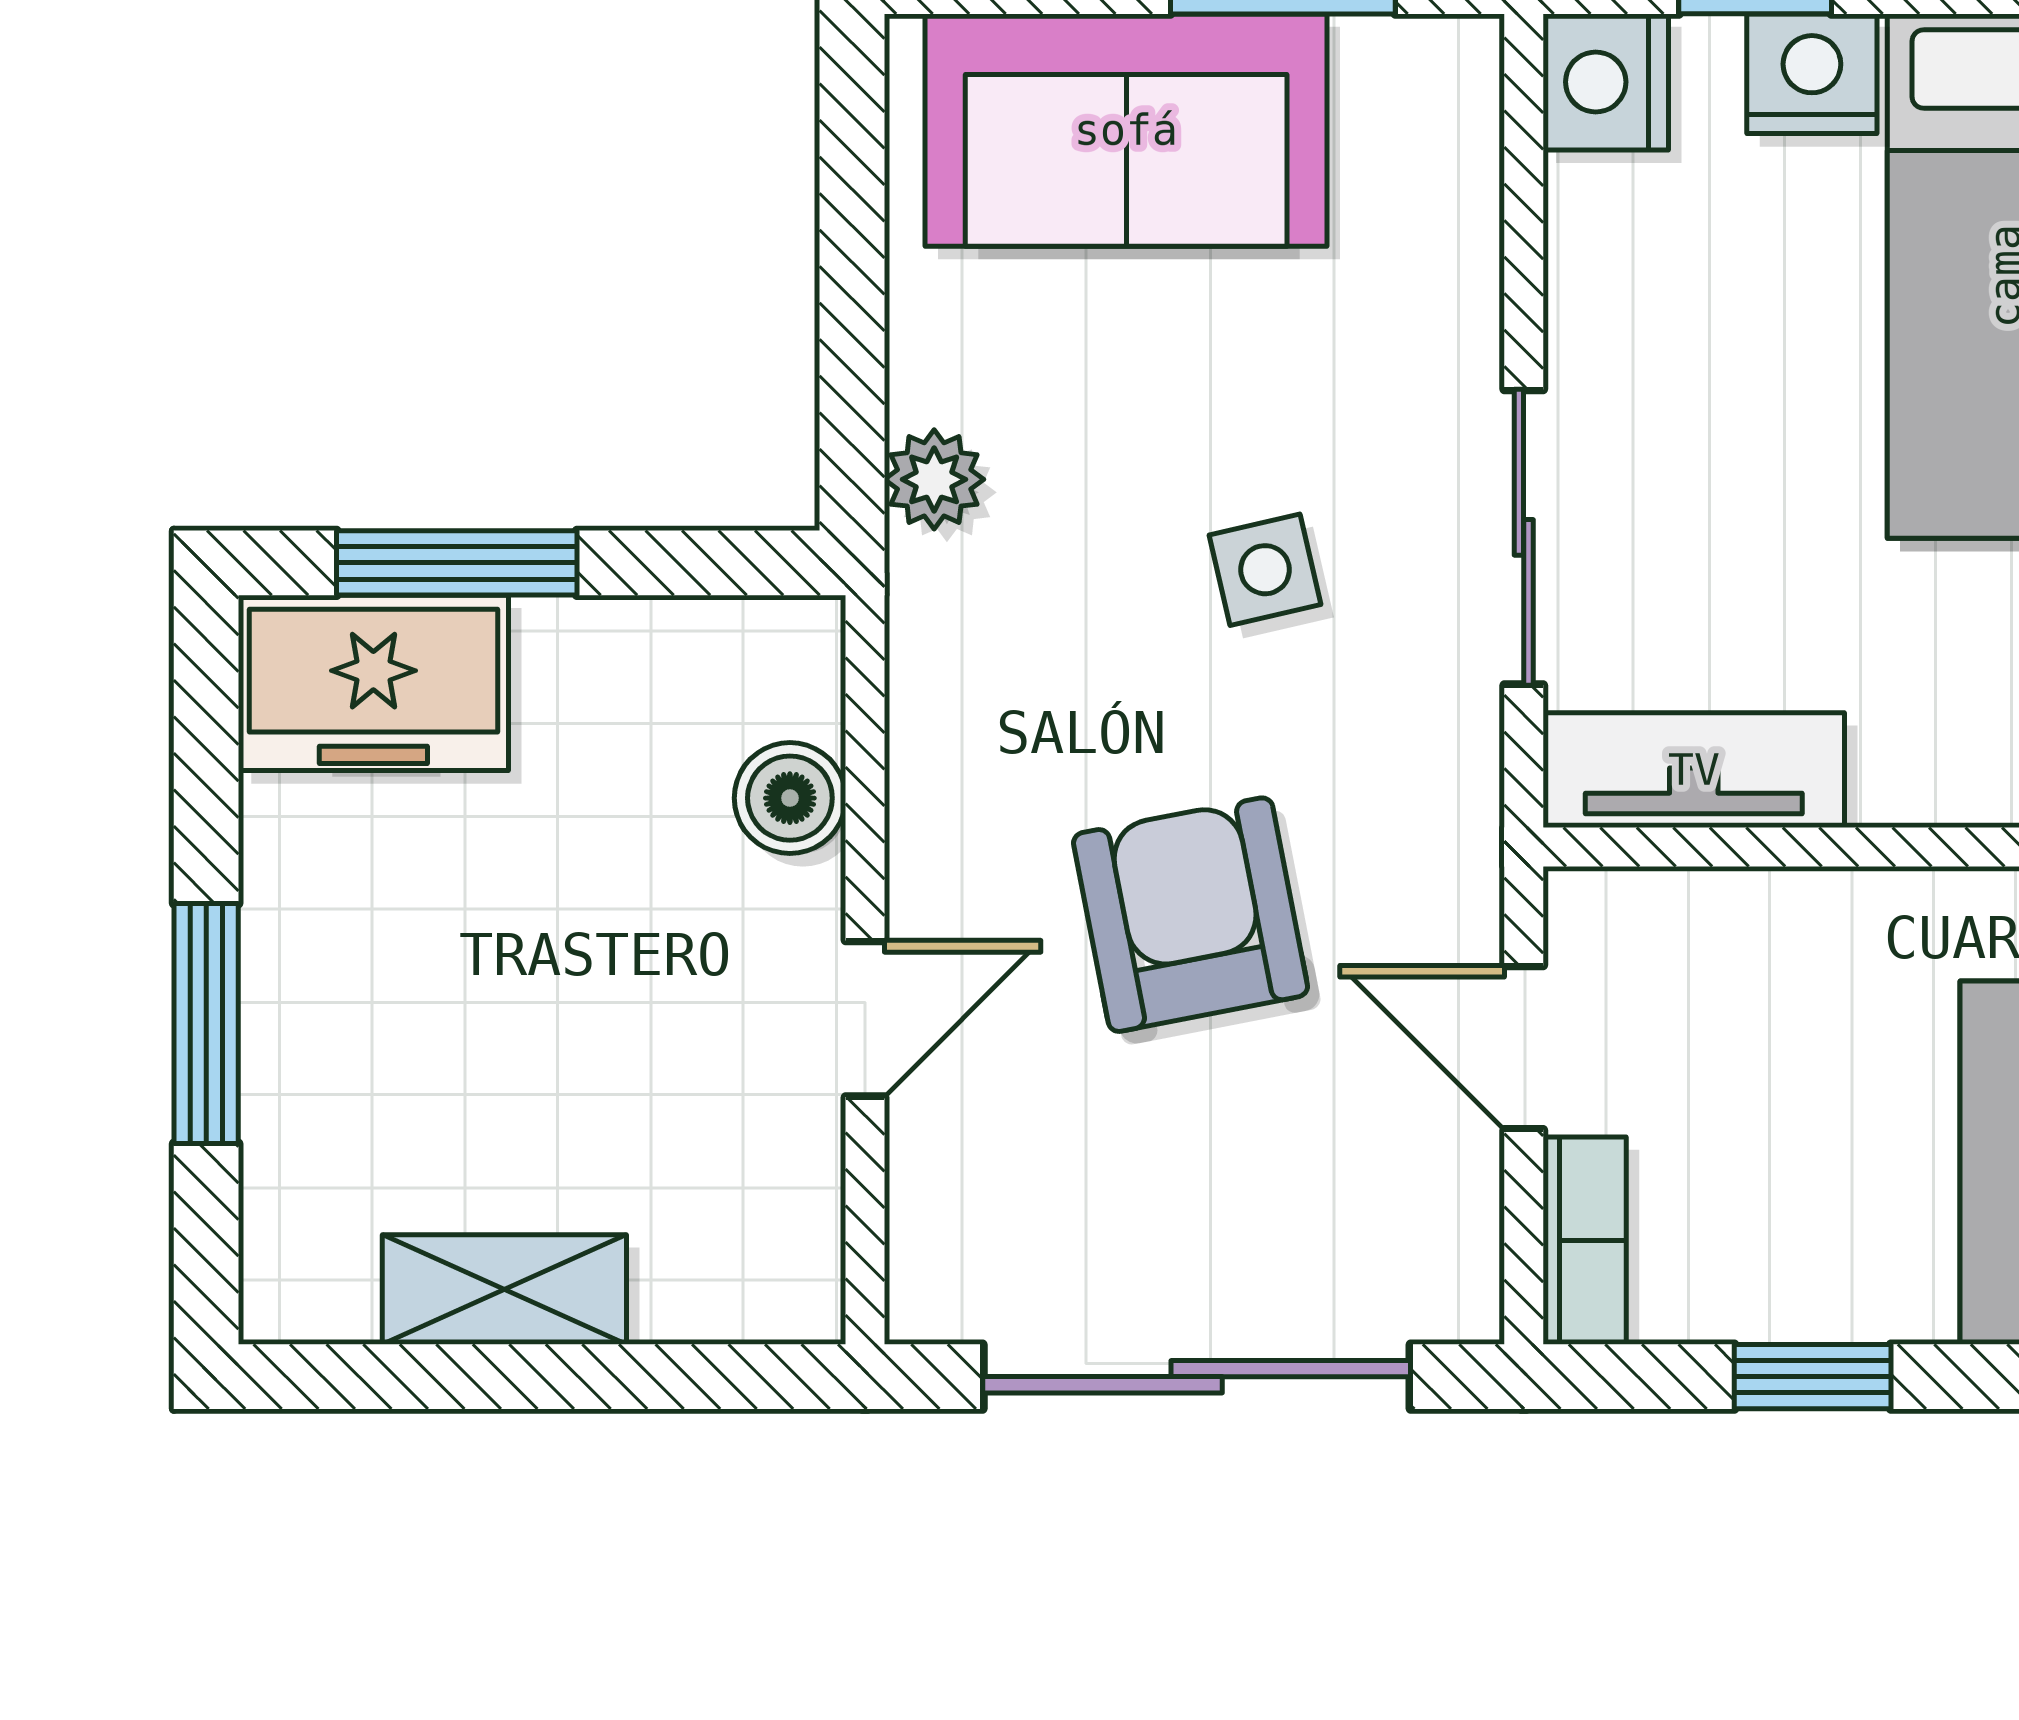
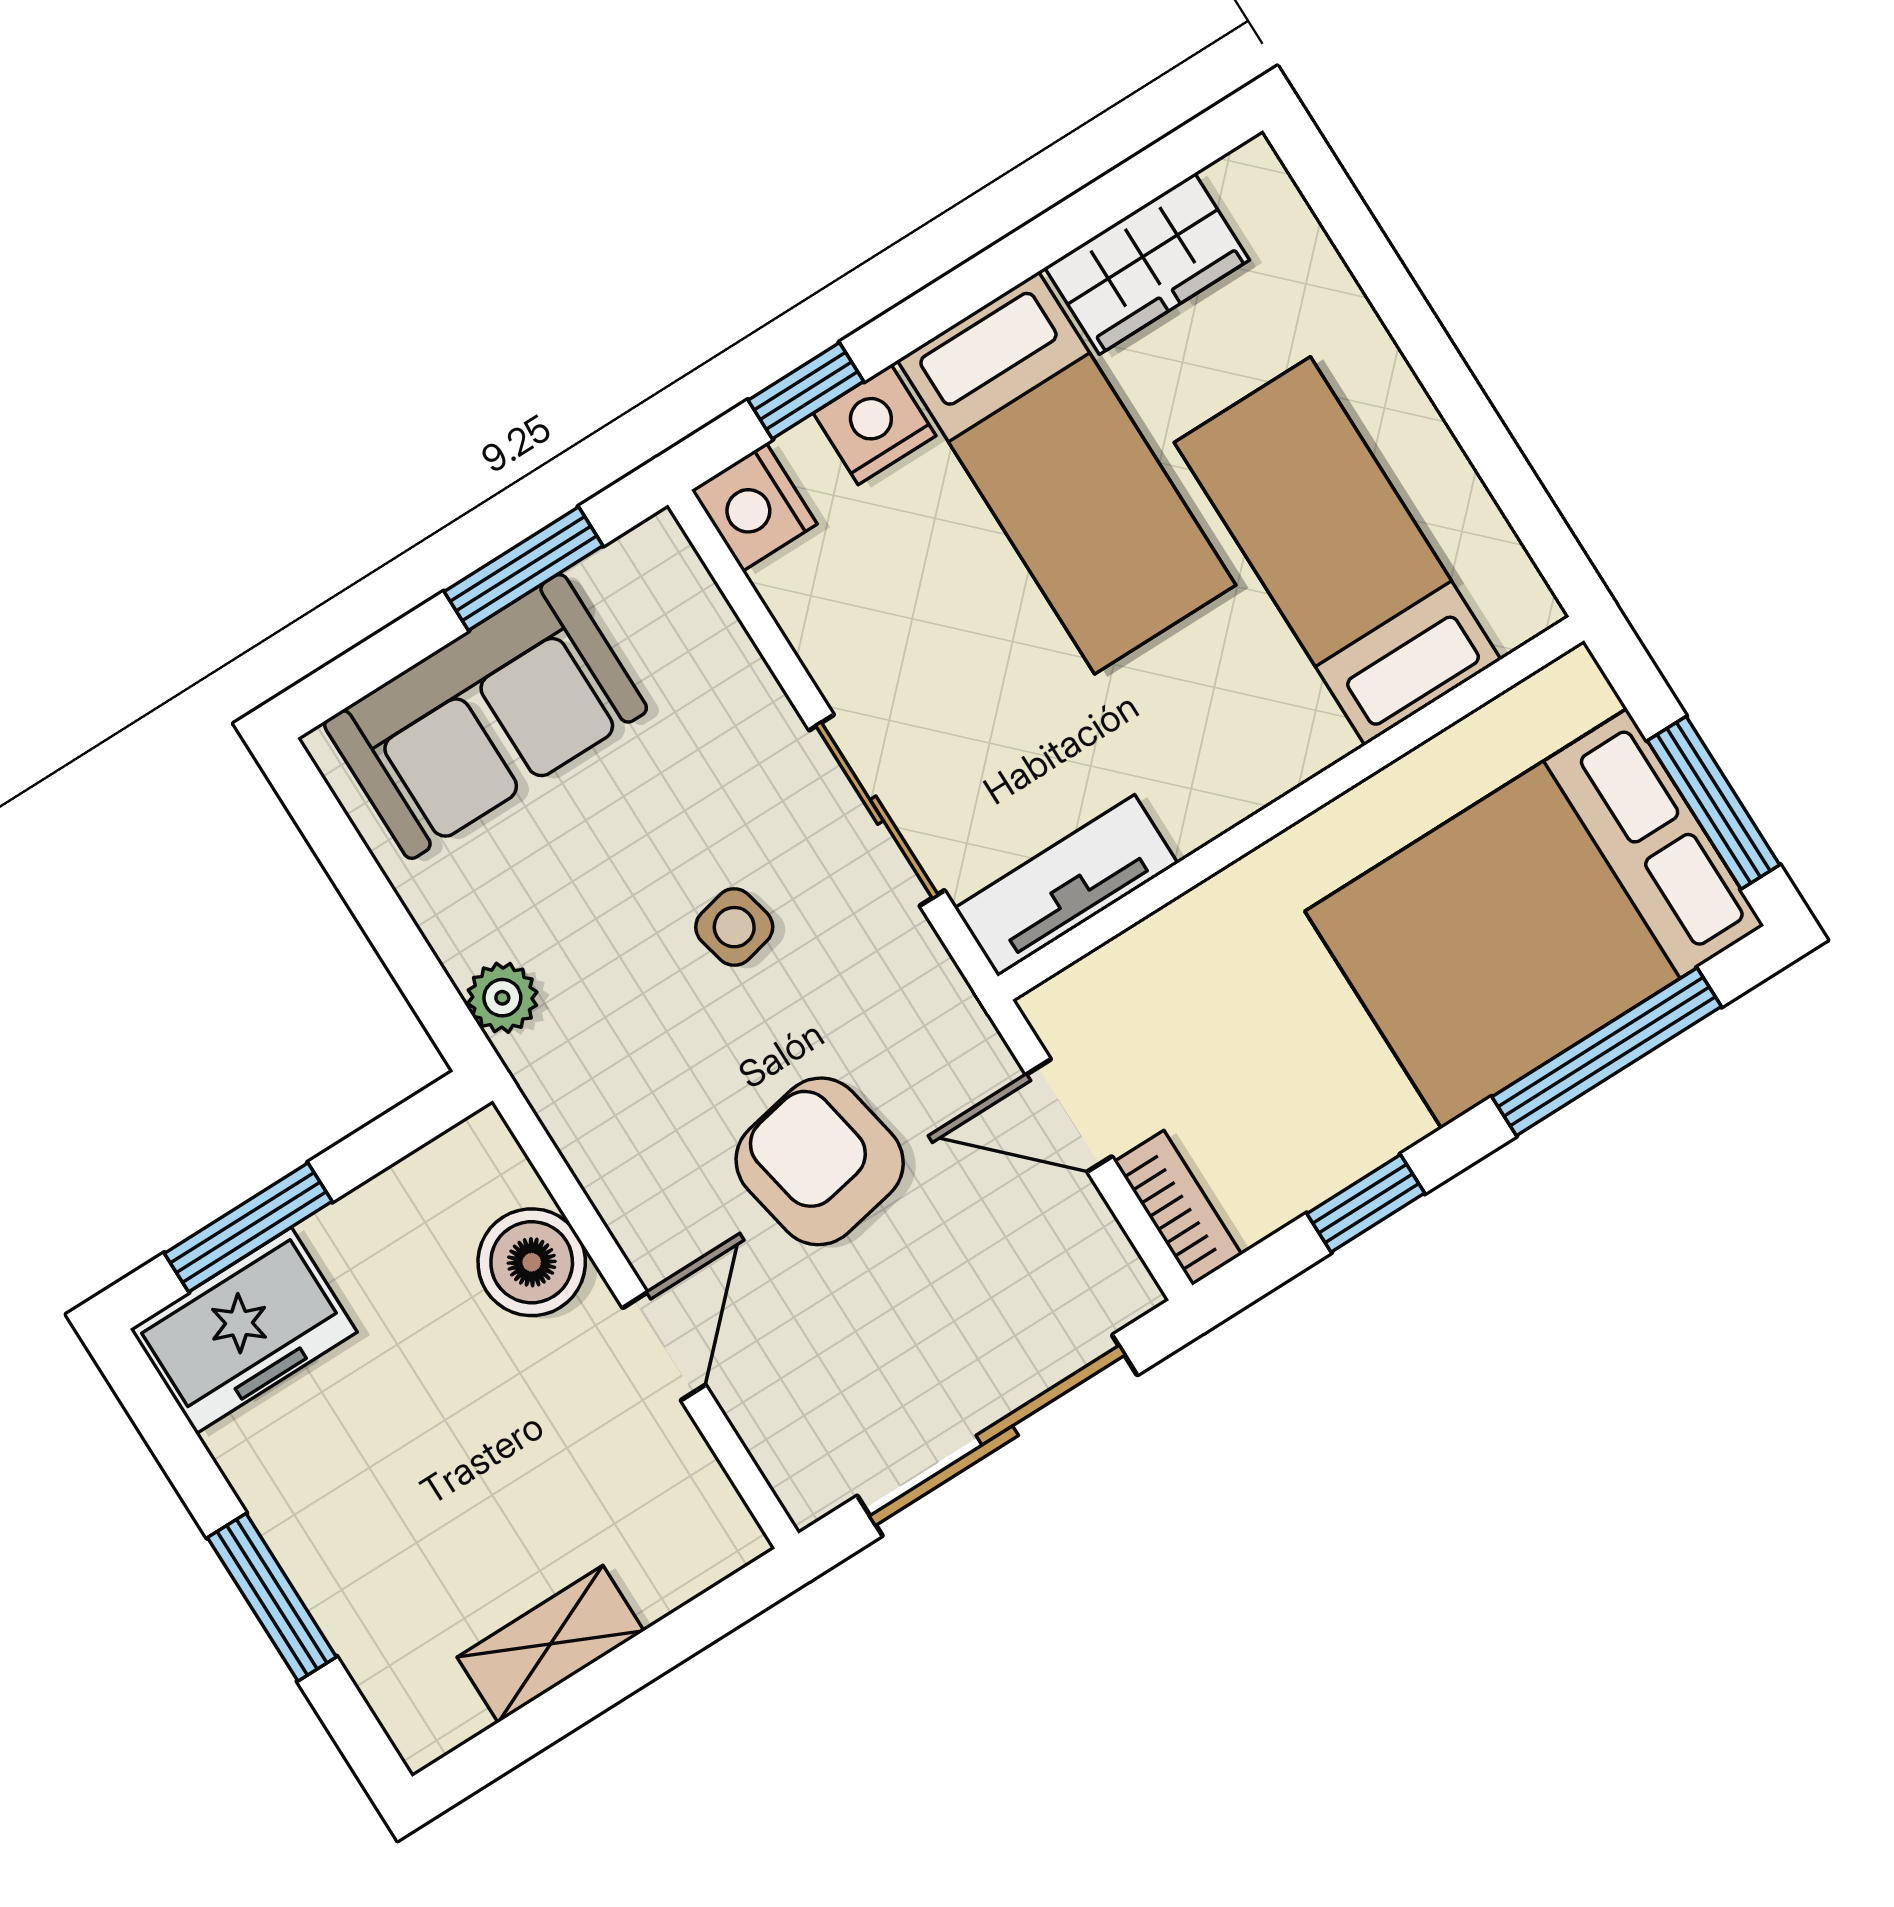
boiler: (790, 798) -> (532, 1262), width x1.36, depth x1.36

